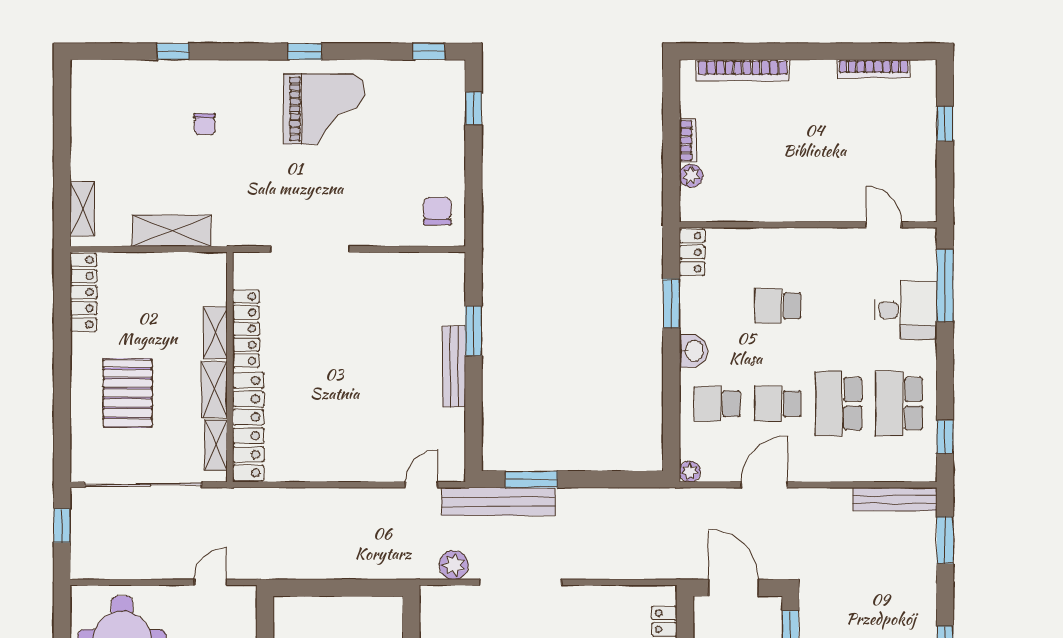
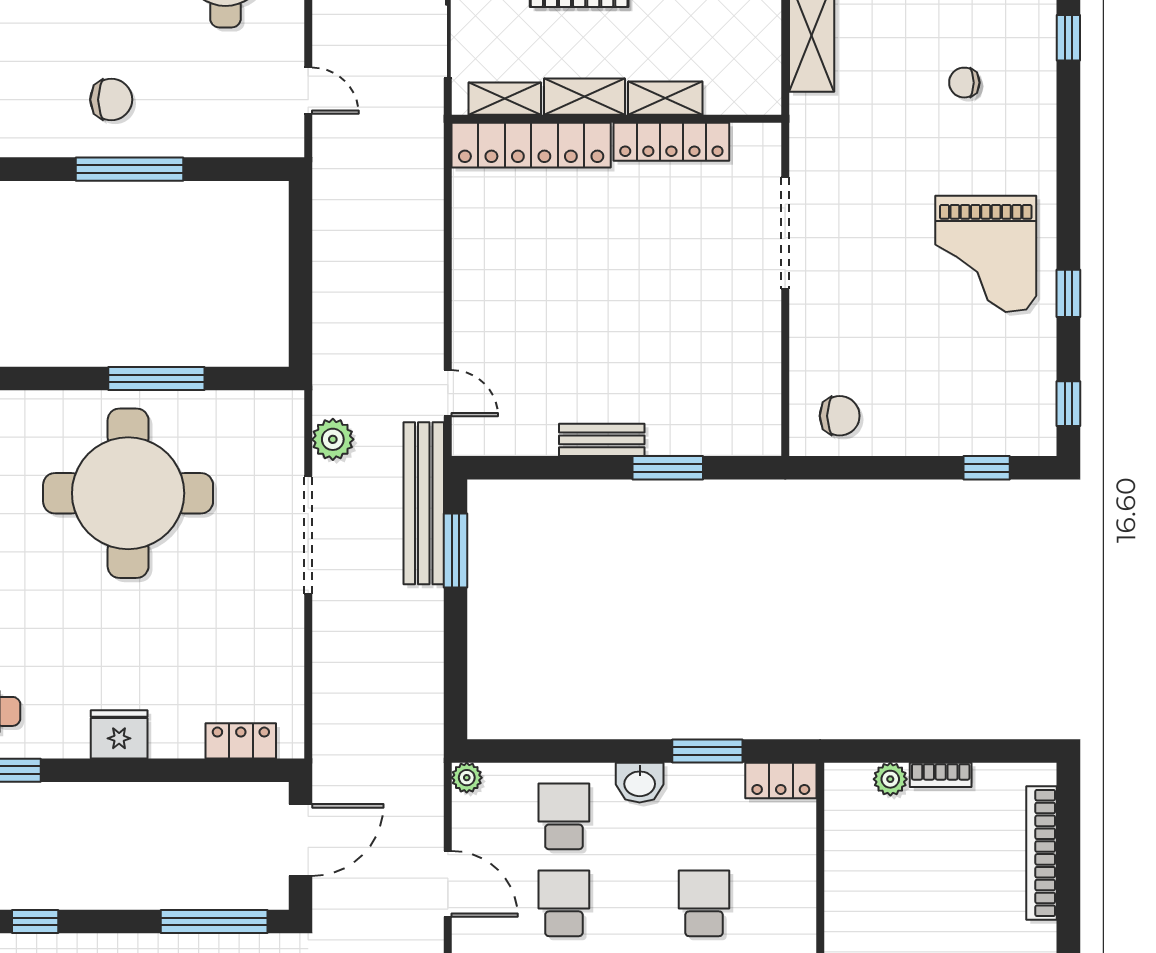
window: (305, 51) -> (1068, 293), moved
bench: (454, 366) -> (602, 440), width x0.73

